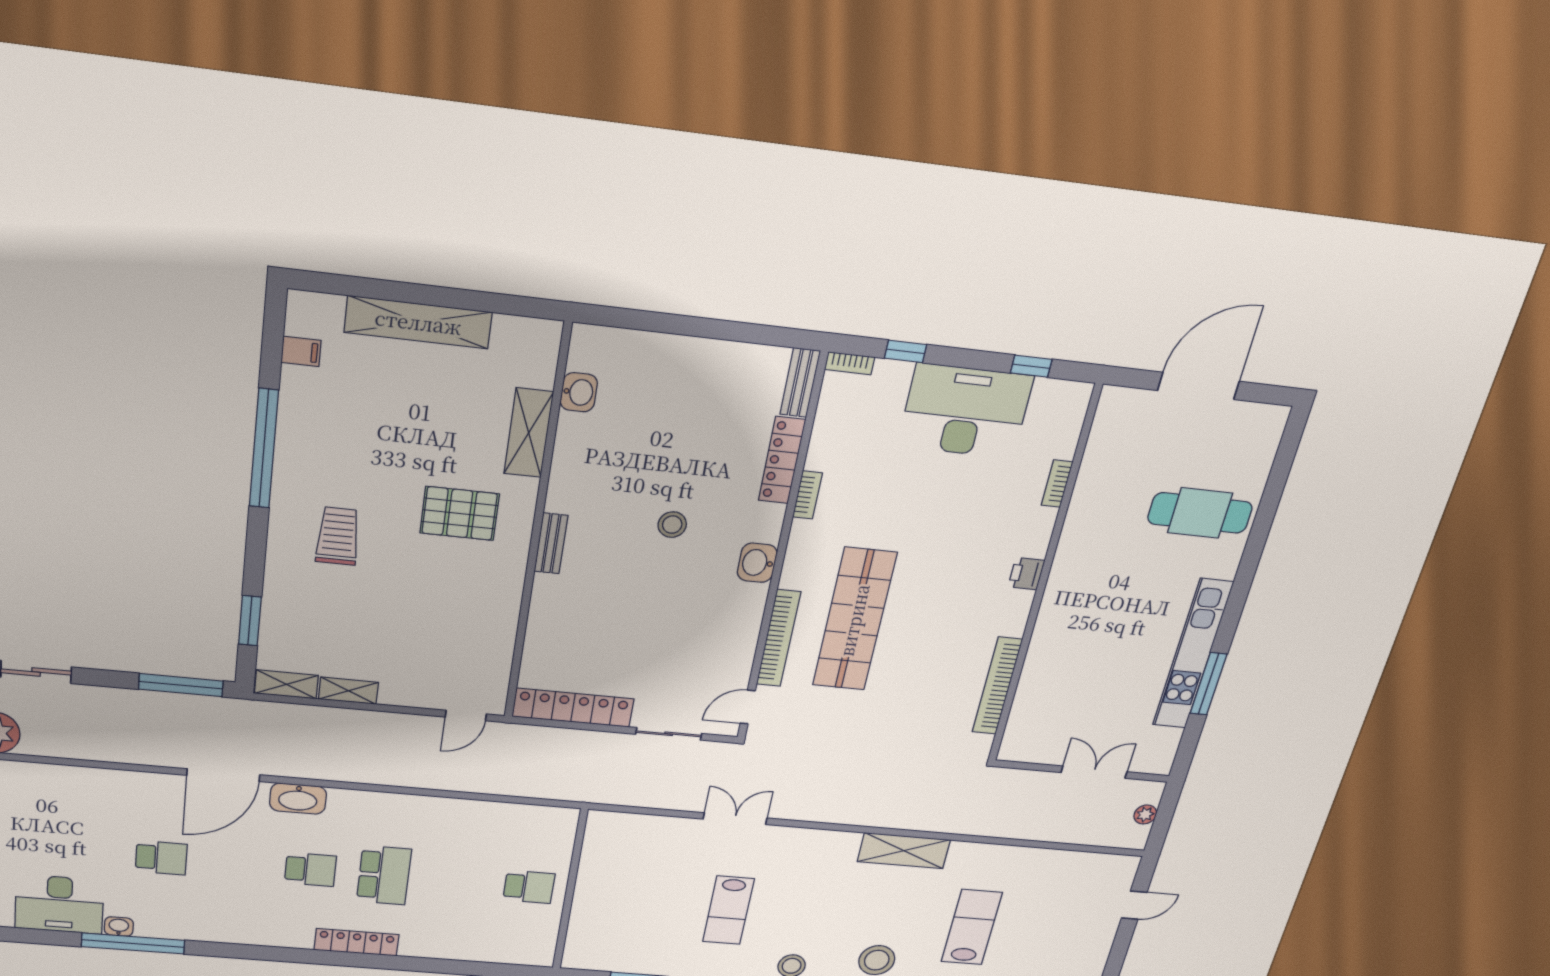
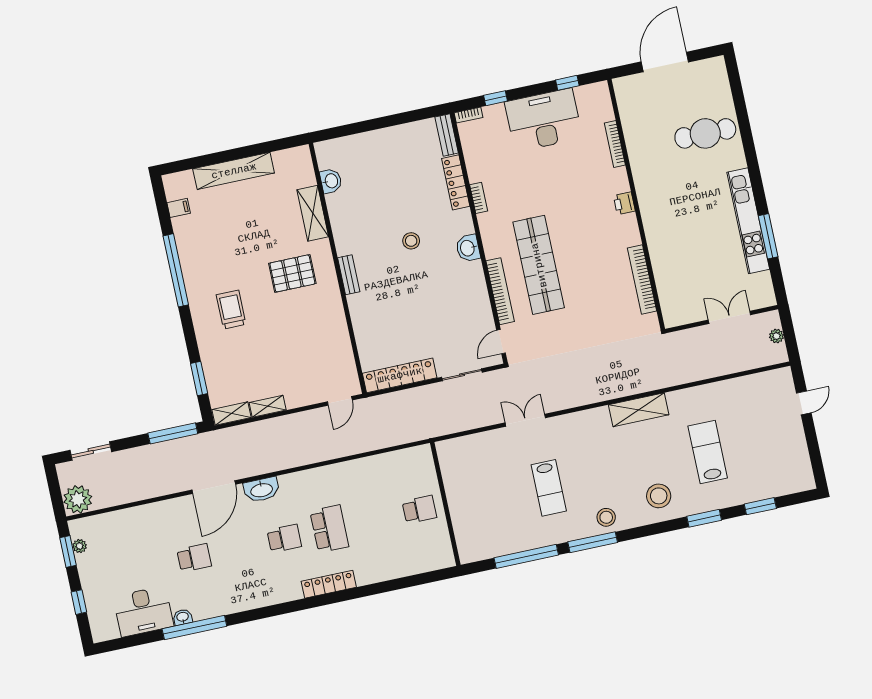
bookcase: (1057, 484) -> (615, 144), width x1.56

